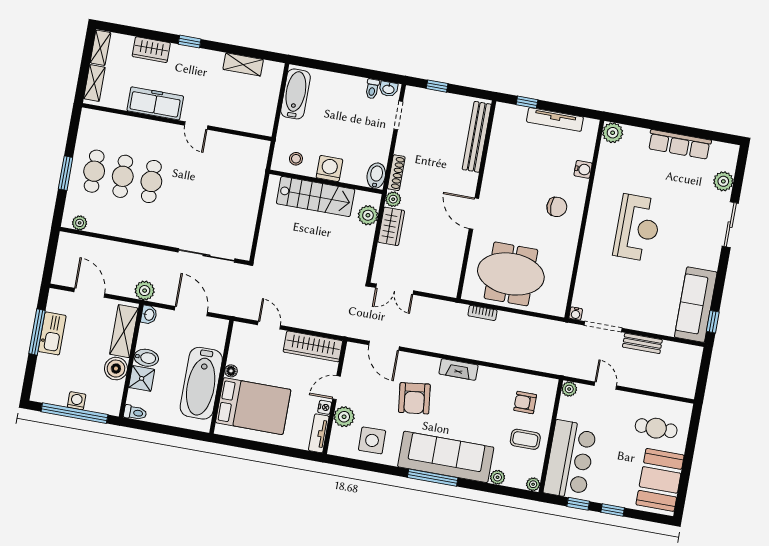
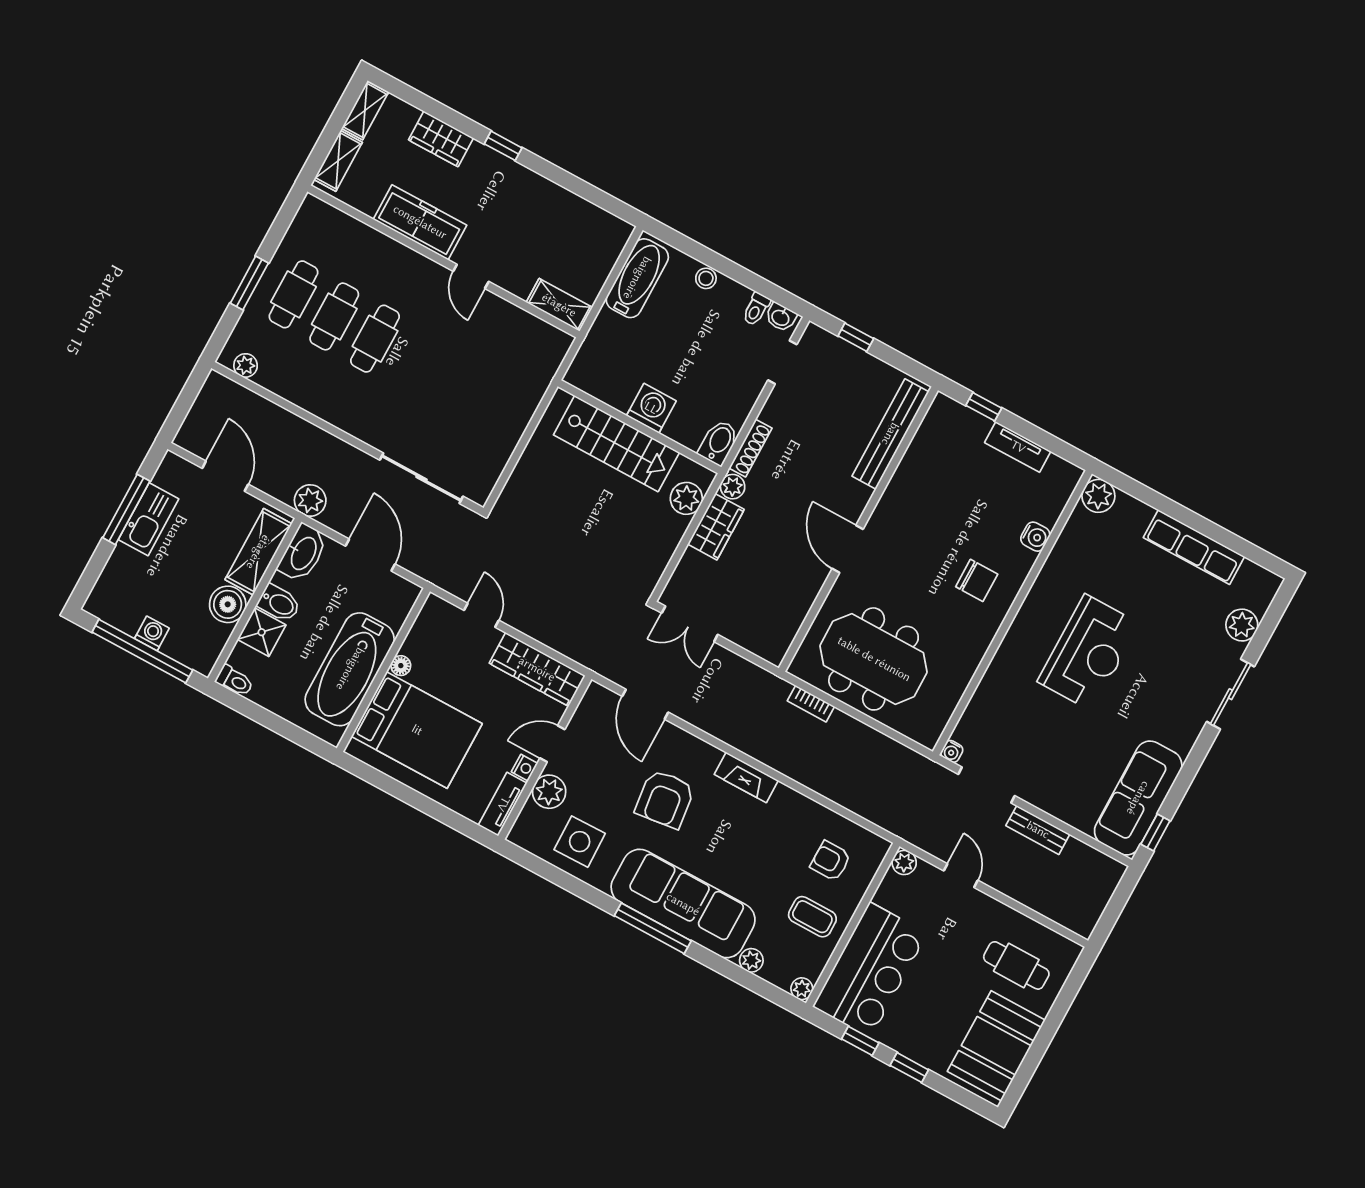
shelving: (243, 64) -> (559, 305), moved
tv unit: (555, 119) -> (1018, 447), width x0.71
stool: (296, 159) -> (706, 278), moved
washbasin: (149, 315) -> (303, 553), width x1.91, depth x1.45

